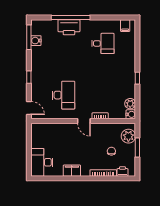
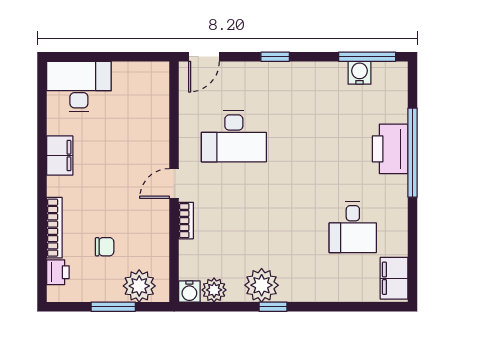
filing cabinet: (125, 26) -> (394, 278), width x2.00
plant: (128, 83) -> (262, 285), added

